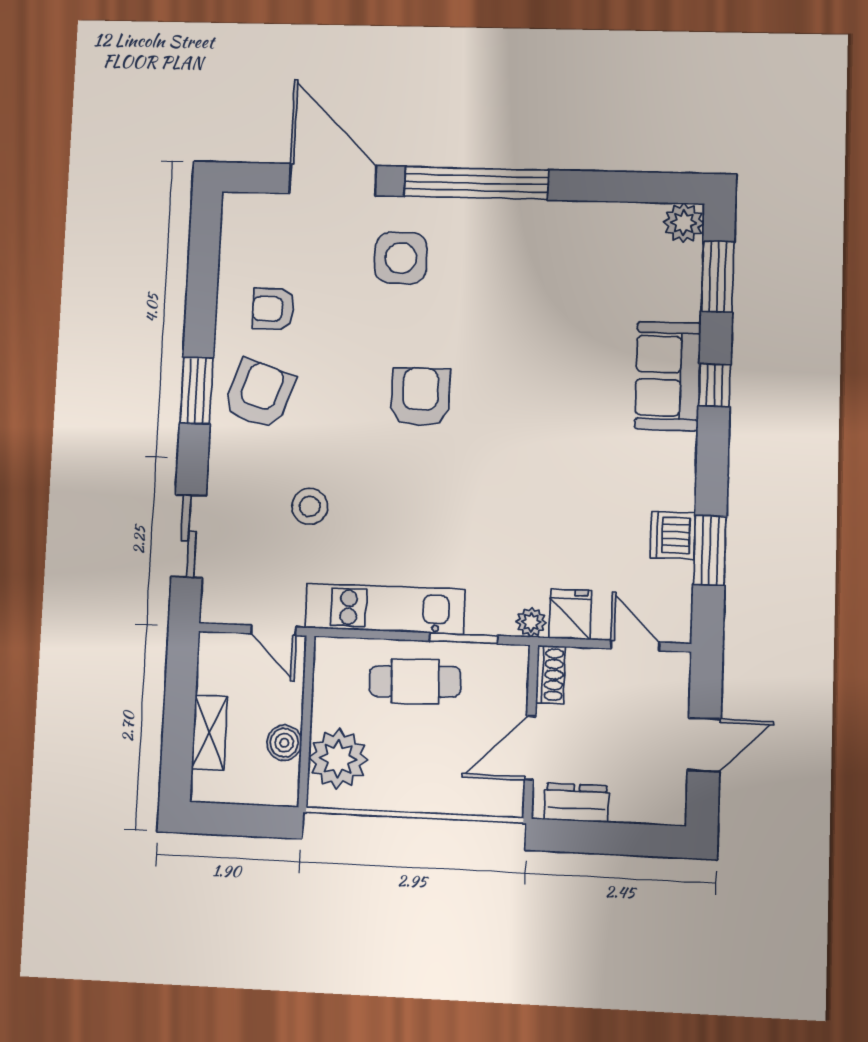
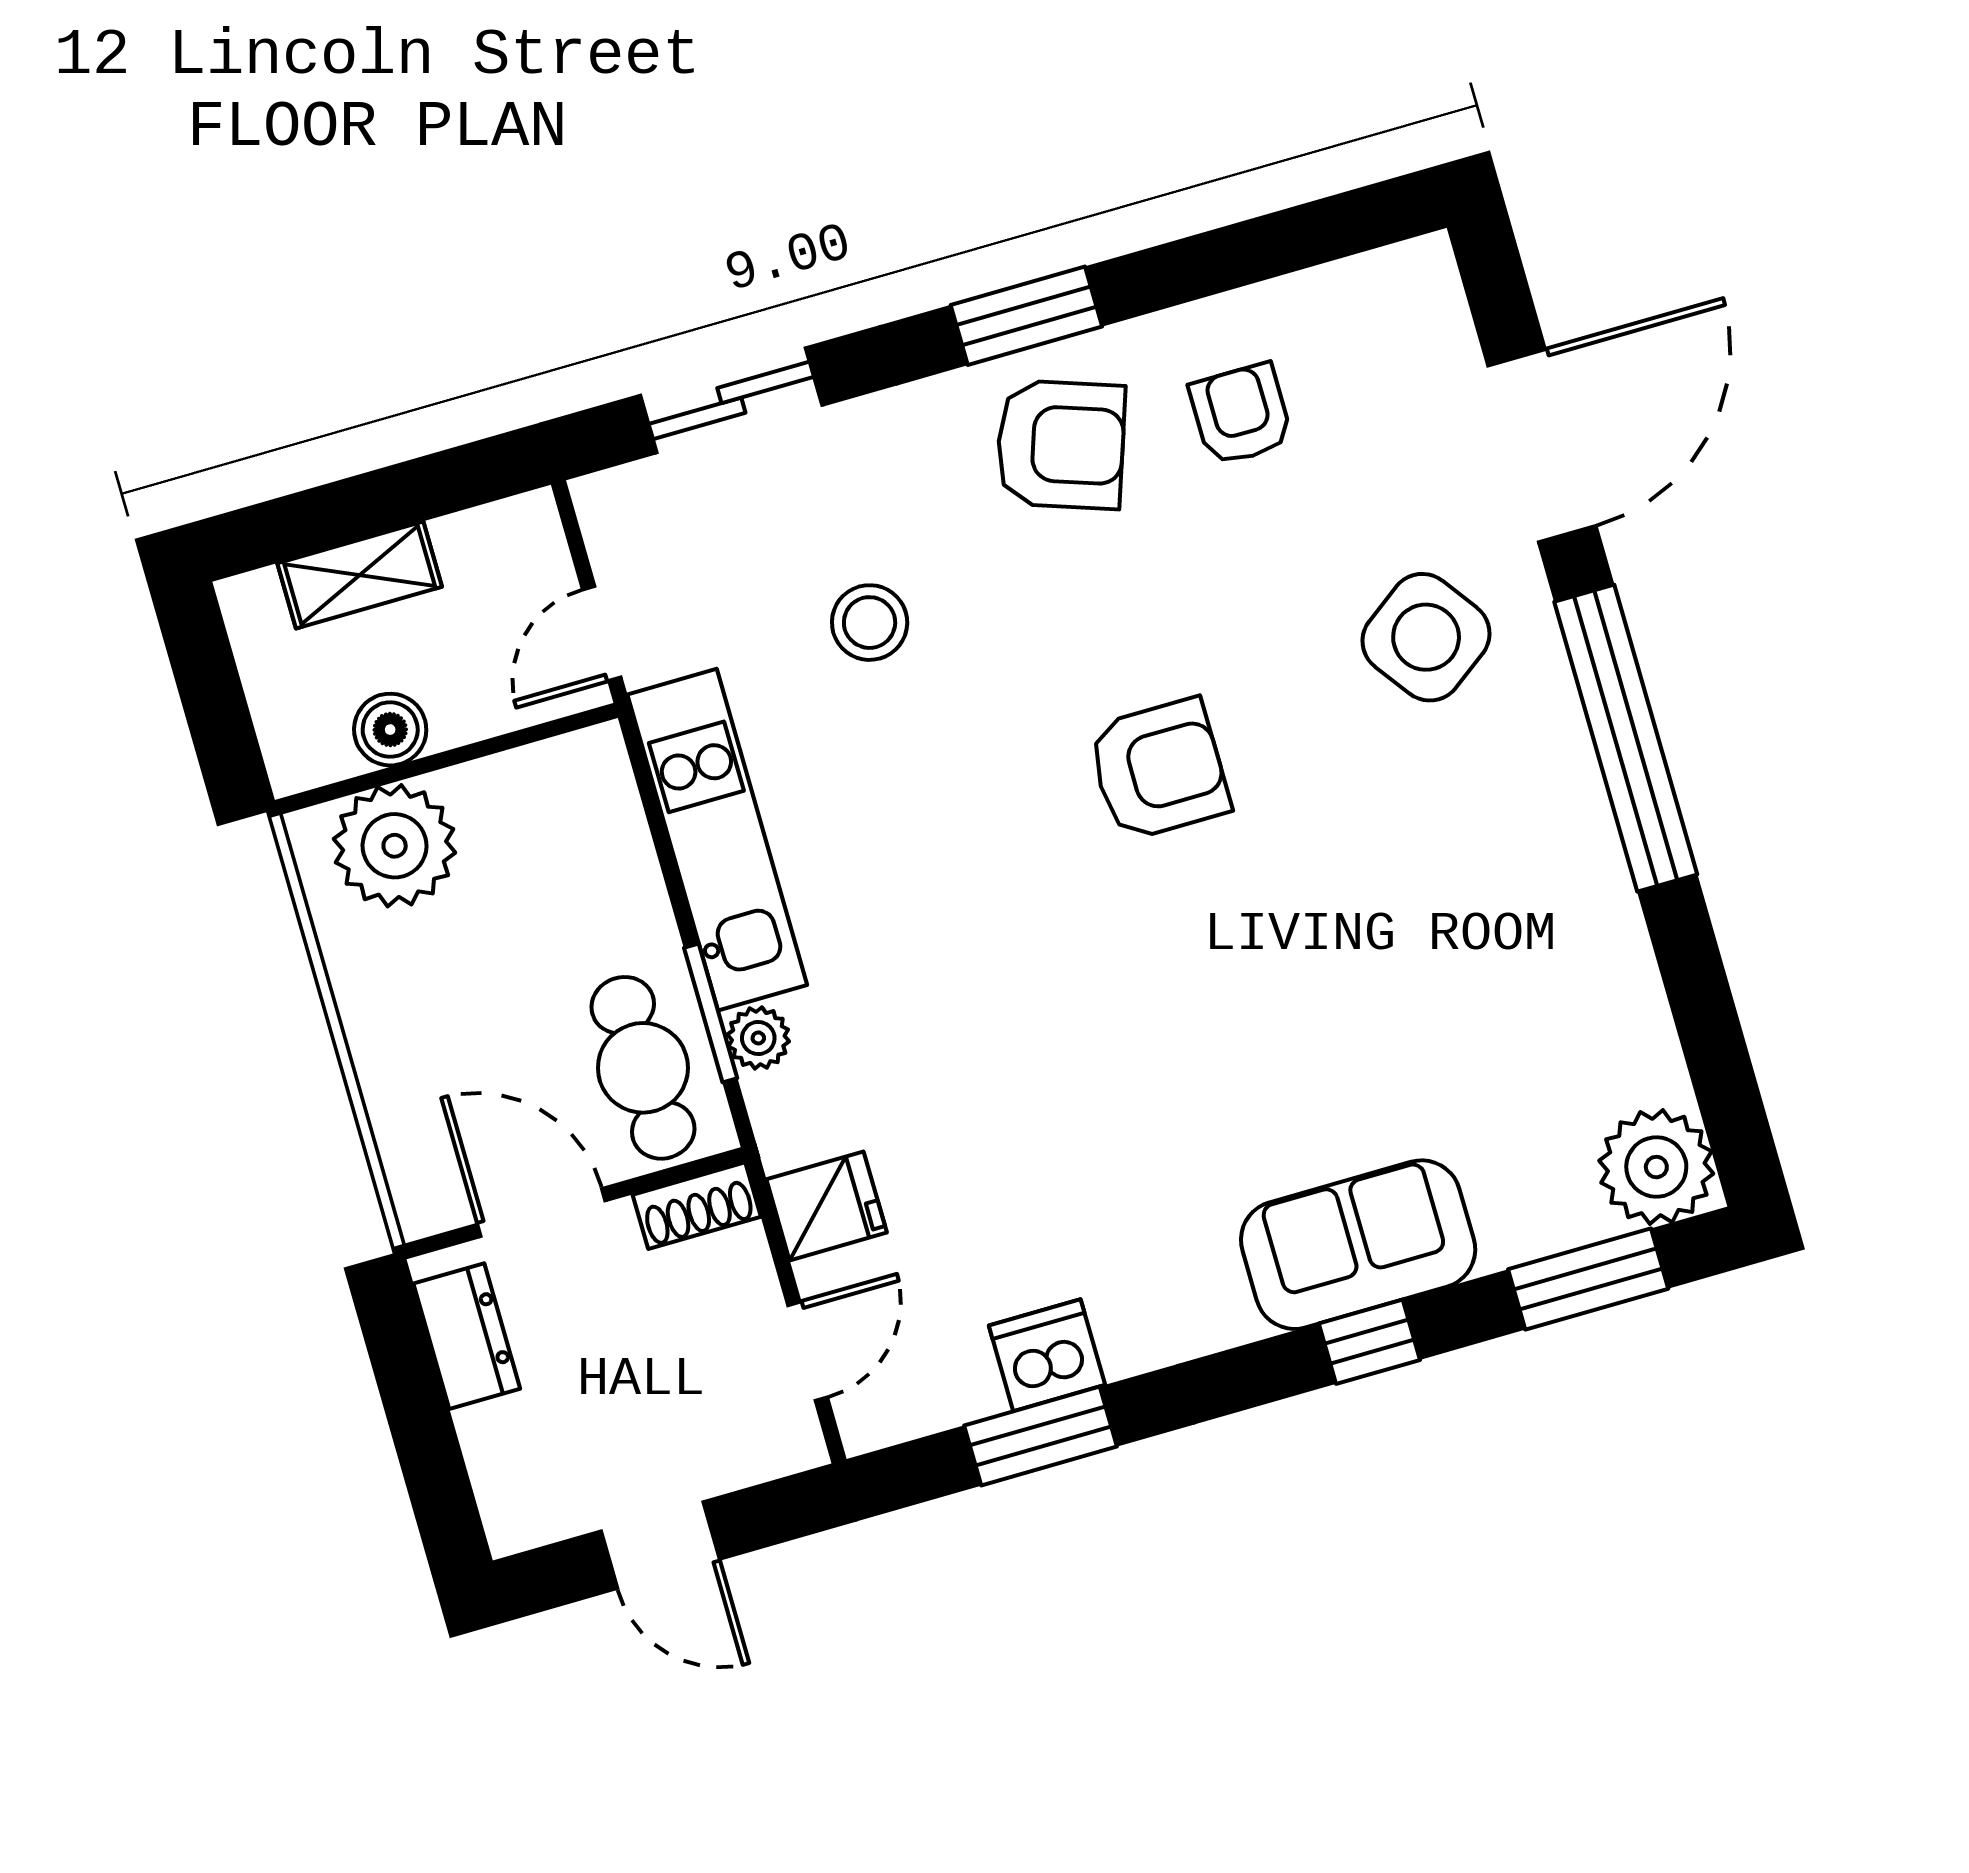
plant: (684, 223) -> (1656, 1167), width x1.36, depth x1.36
side table: (401, 258) -> (1426, 637), turned -36
plant: (531, 622) -> (758, 1038), moved
cafe table: (415, 681) -> (643, 1068), moved

